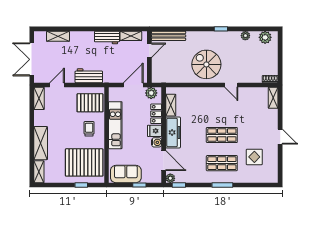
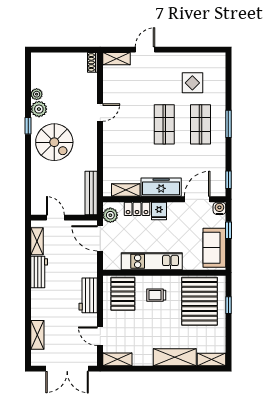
bench: (169, 36) -> (91, 193), moved
plant: (265, 37) -> (39, 109), moved
spiral stairs: (206, 64) -> (54, 142), moved, turned -90
door: (280, 137) -> (145, 50), moved
water cooler: (157, 142) -> (219, 208), moved
plant: (170, 178) -> (220, 191), removed

